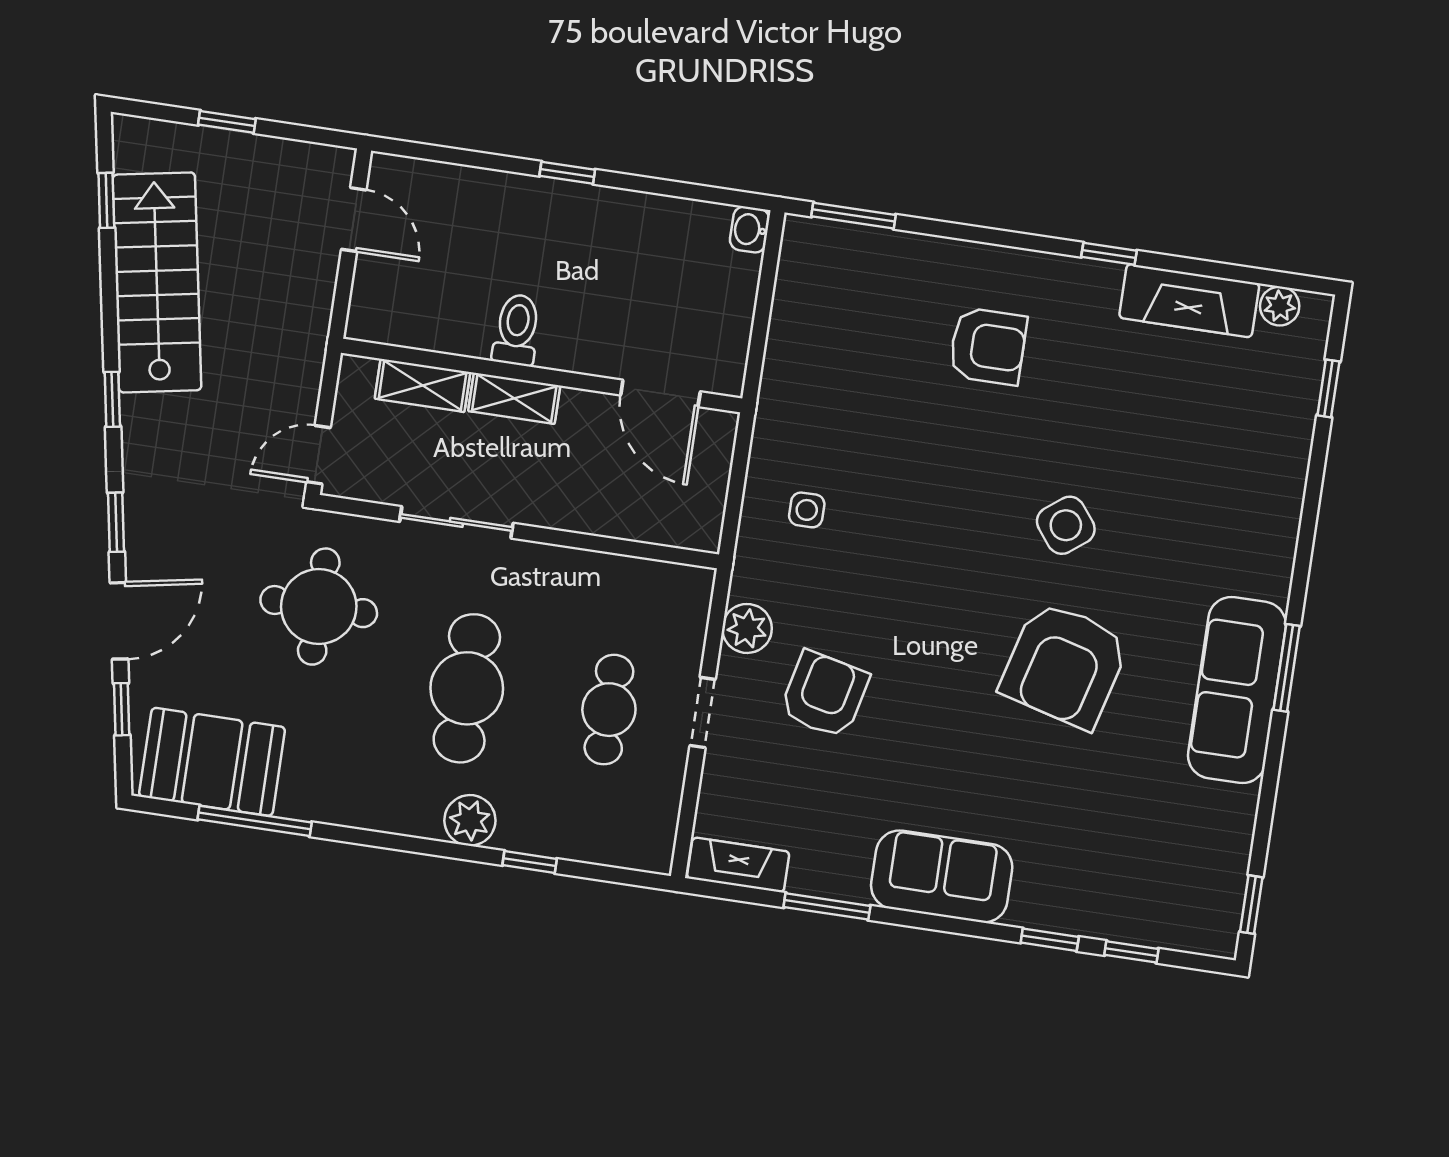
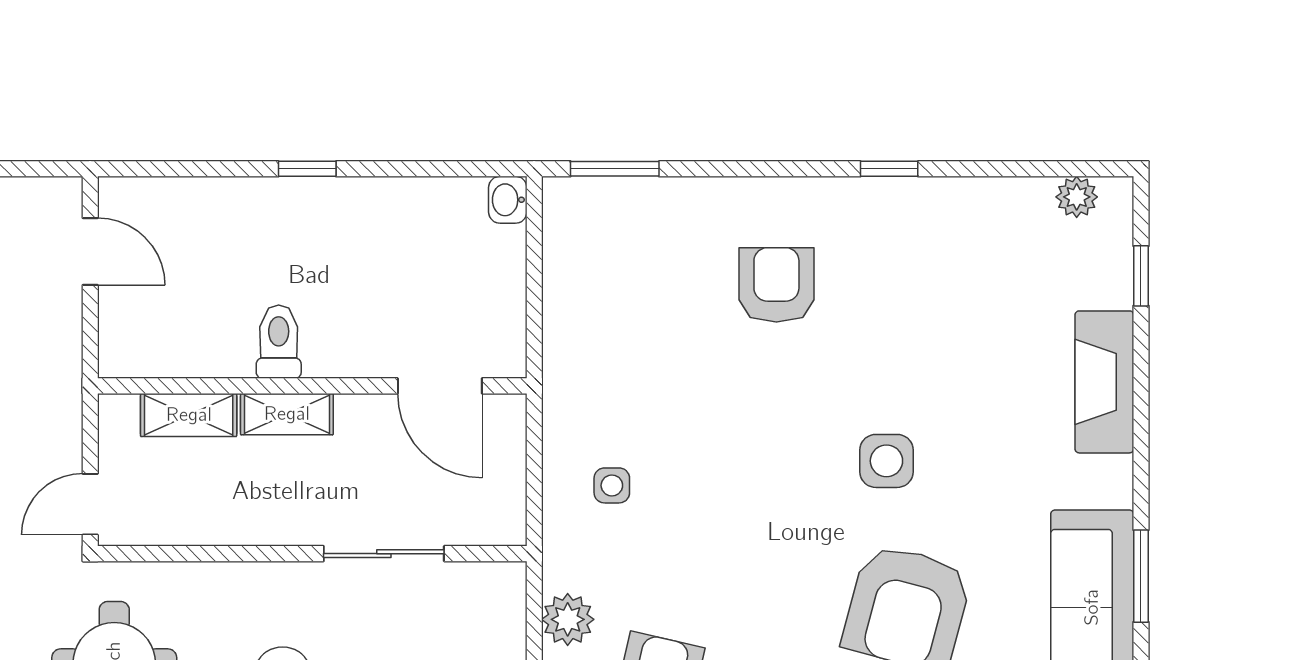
fireplace: (1189, 301) -> (1104, 382), moved, turned 90
armchair: (988, 346) -> (776, 285), turned -90
sliding door: (456, 522) -> (384, 554), moved
side table: (1066, 525) -> (886, 461), turned 38

